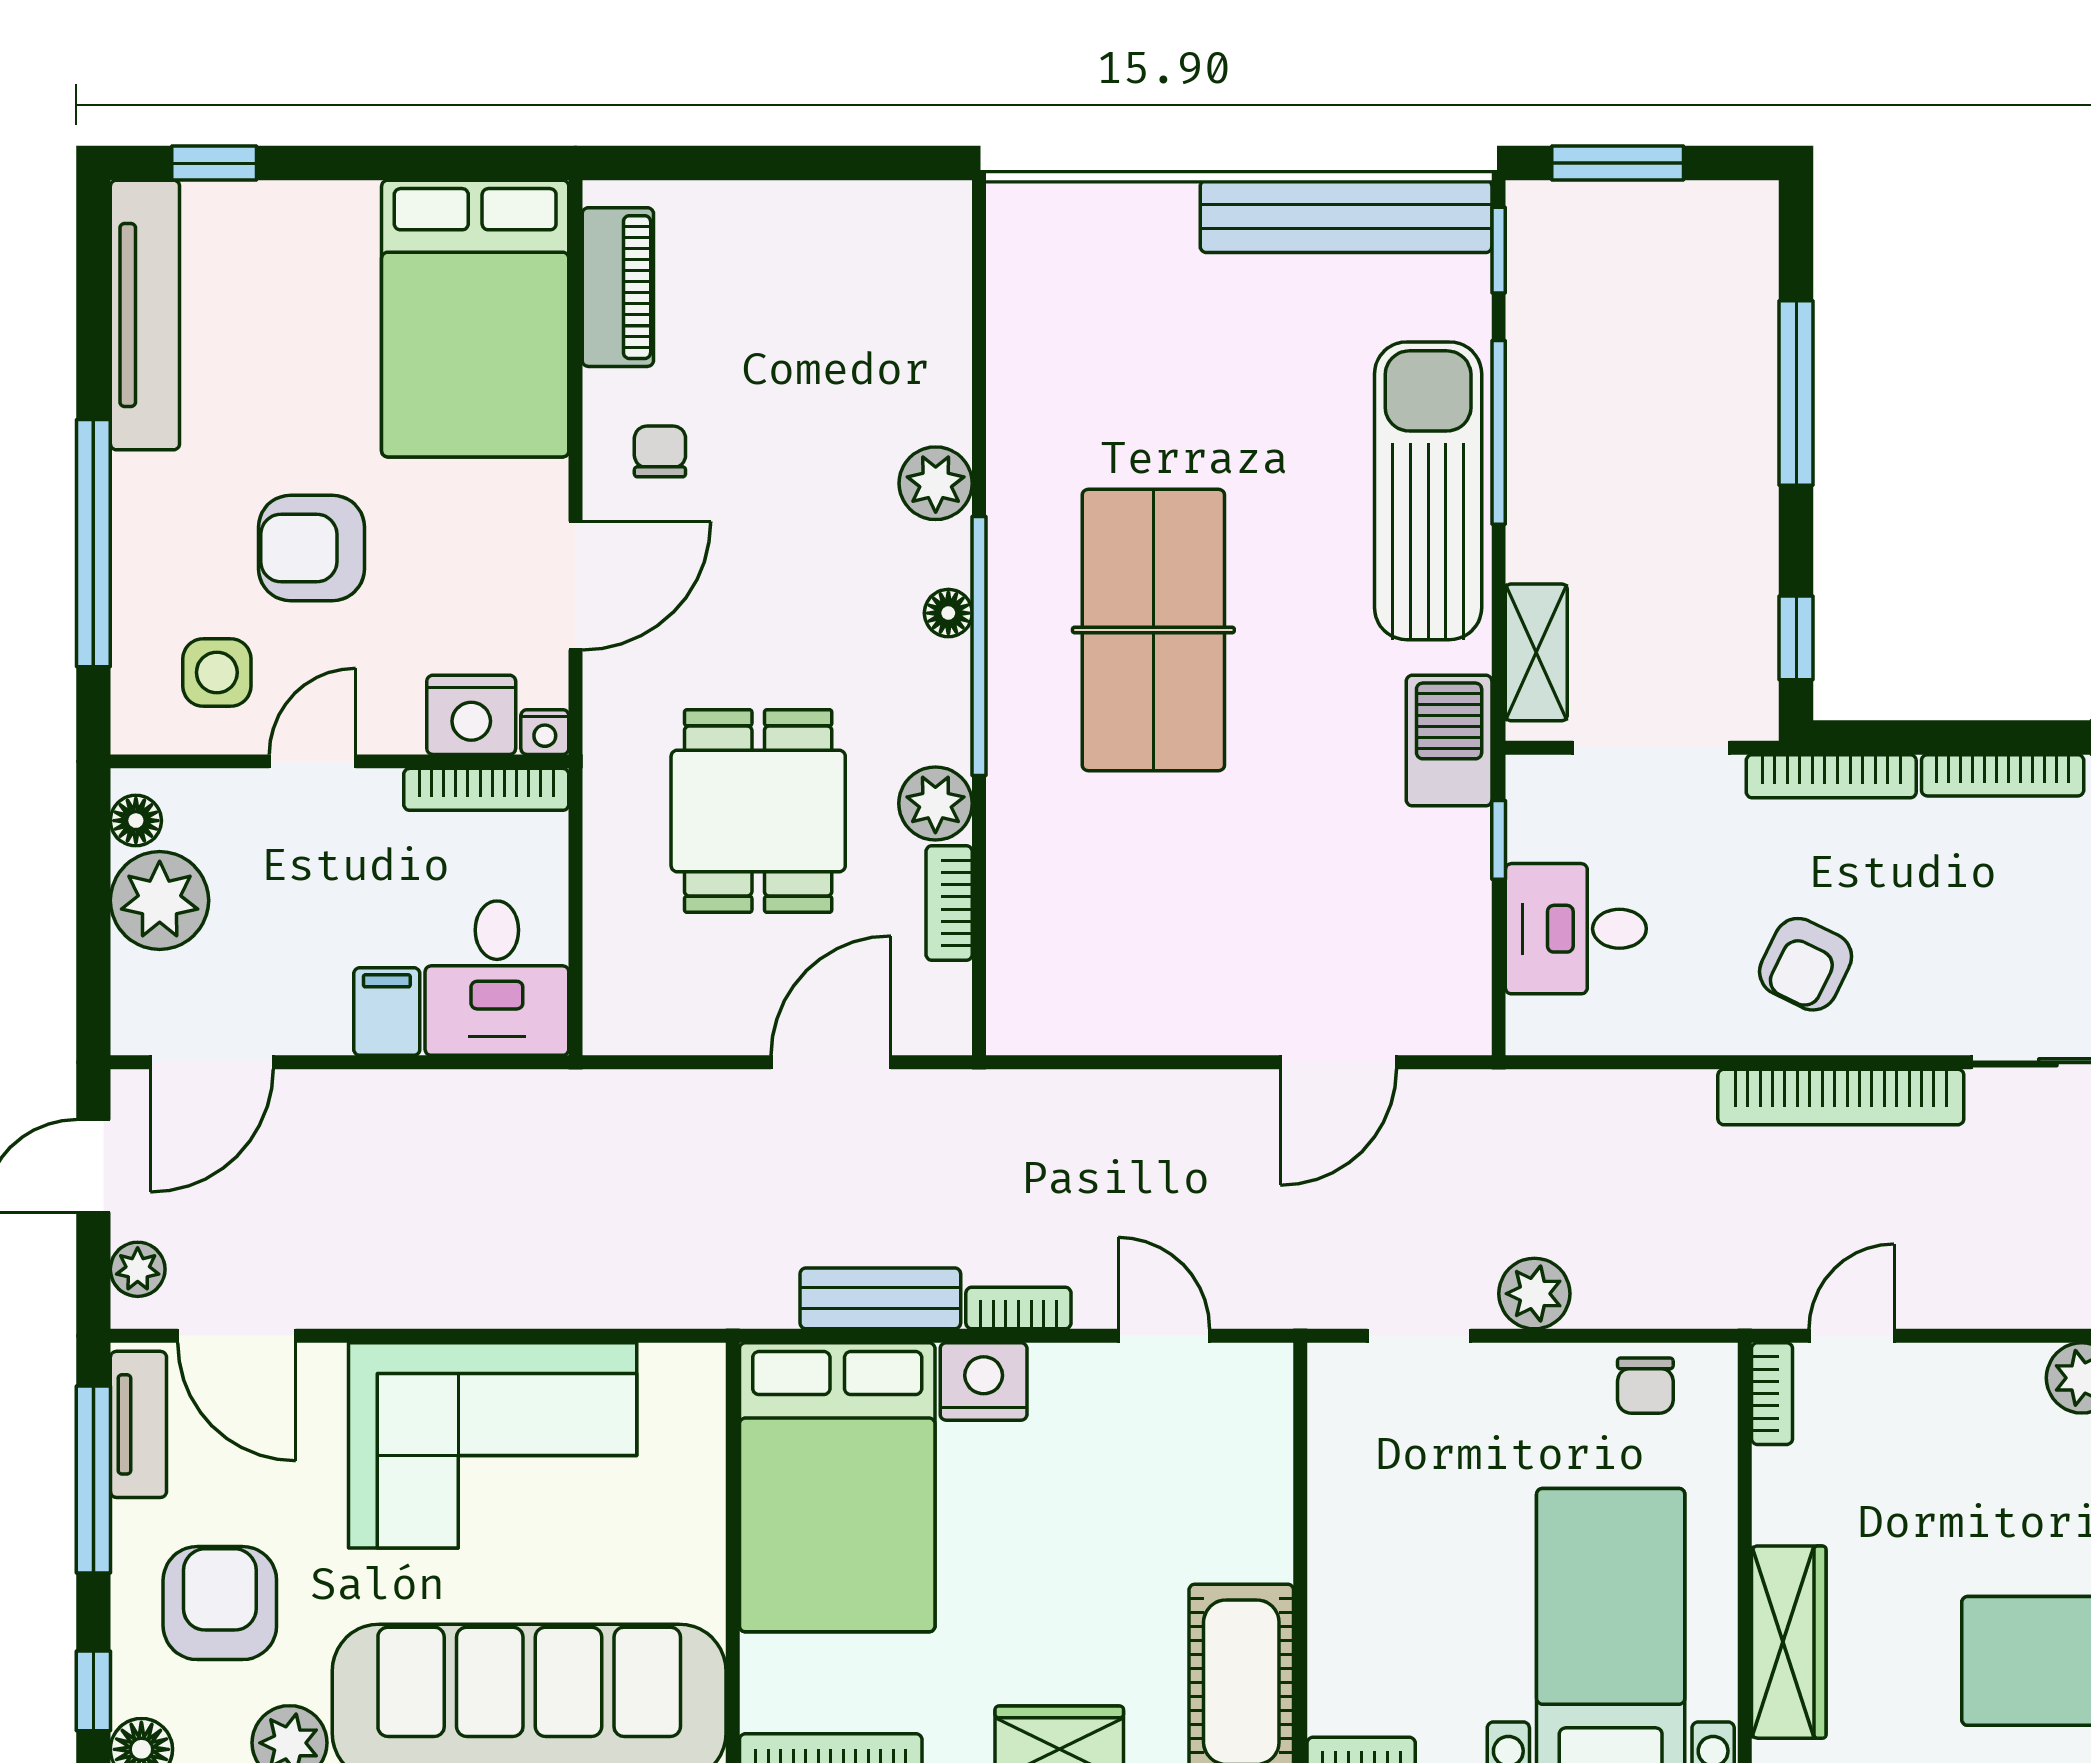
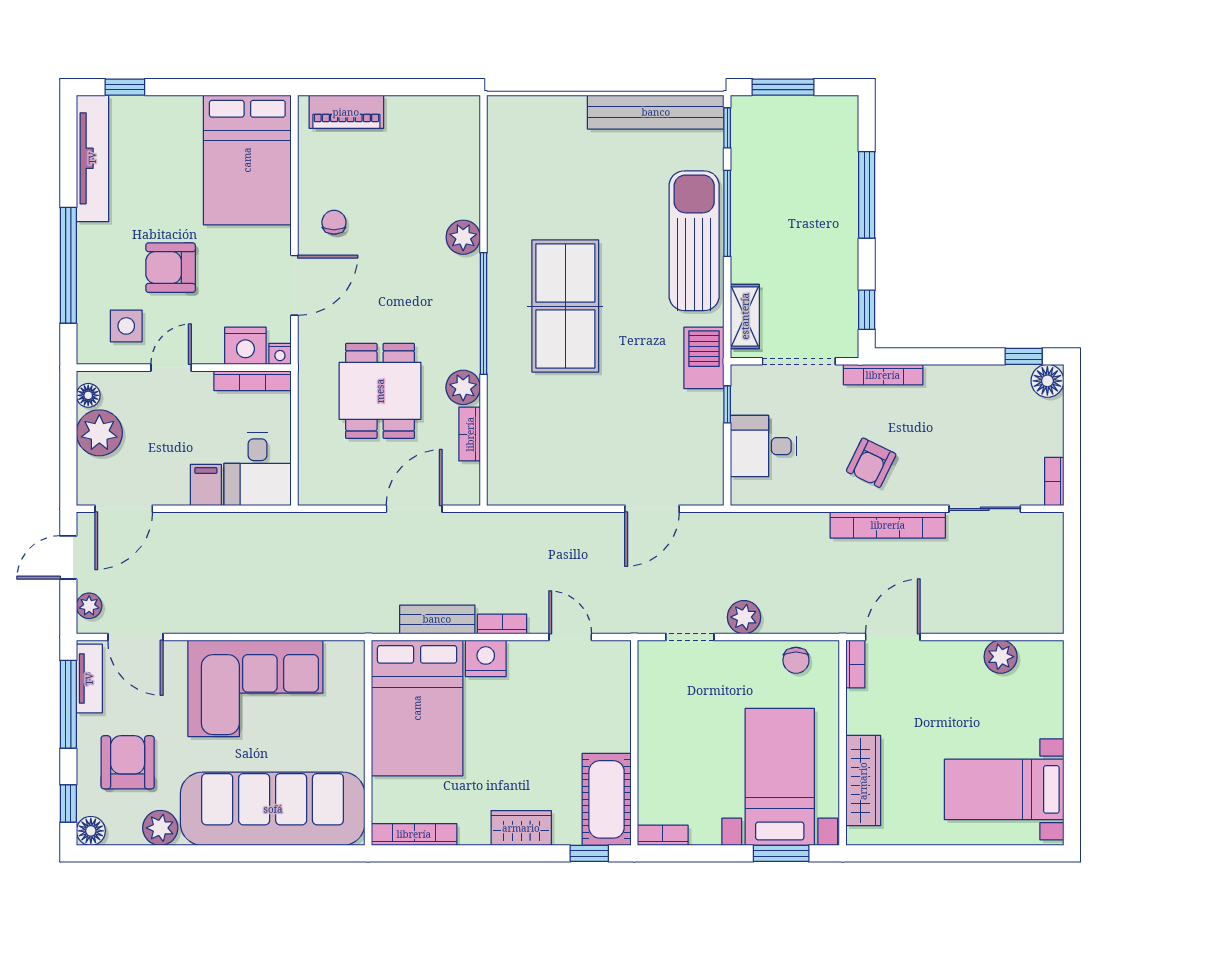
piano: (618, 287) -> (346, 112), moved, turned 90
floor lamp: (948, 613) -> (469, 298), removed
bookcase: (2003, 775) -> (964, 374), removed
door: (1852, 1336) -> (893, 637), width x1.38

